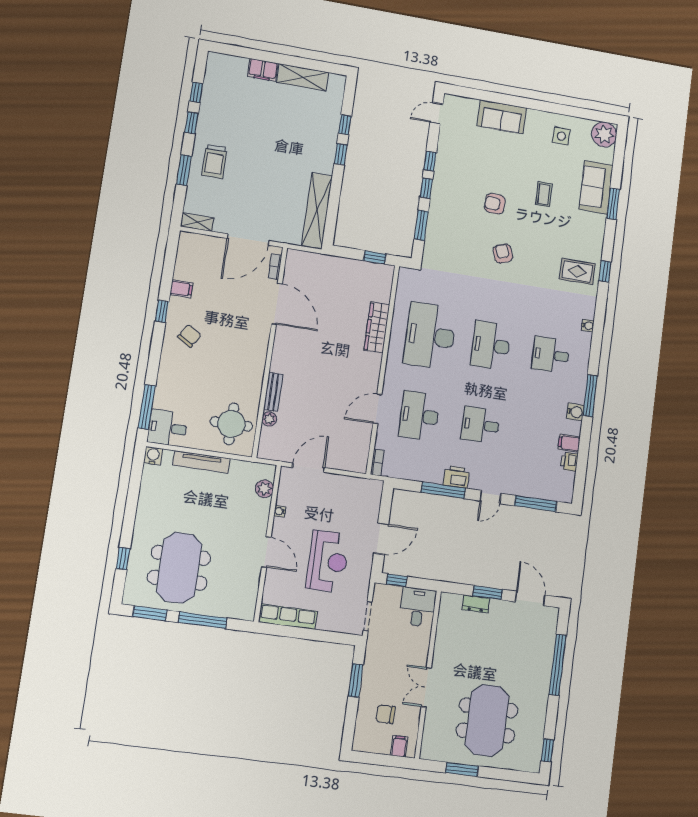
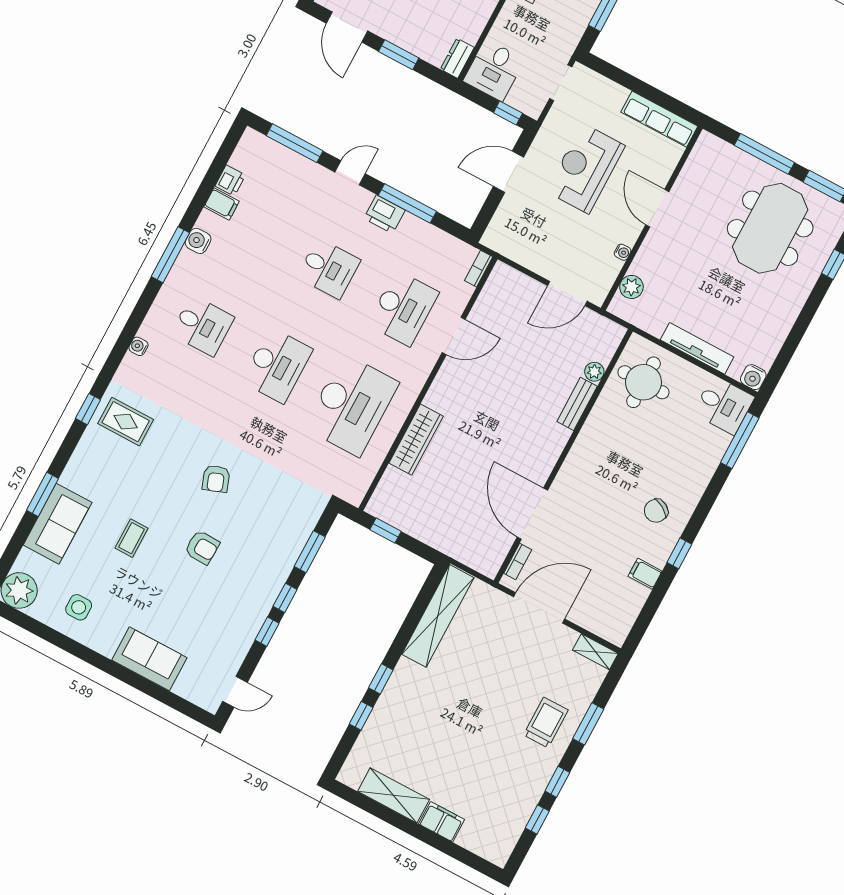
dresser: (476, 604) -> (457, 58), moved, turned -90

